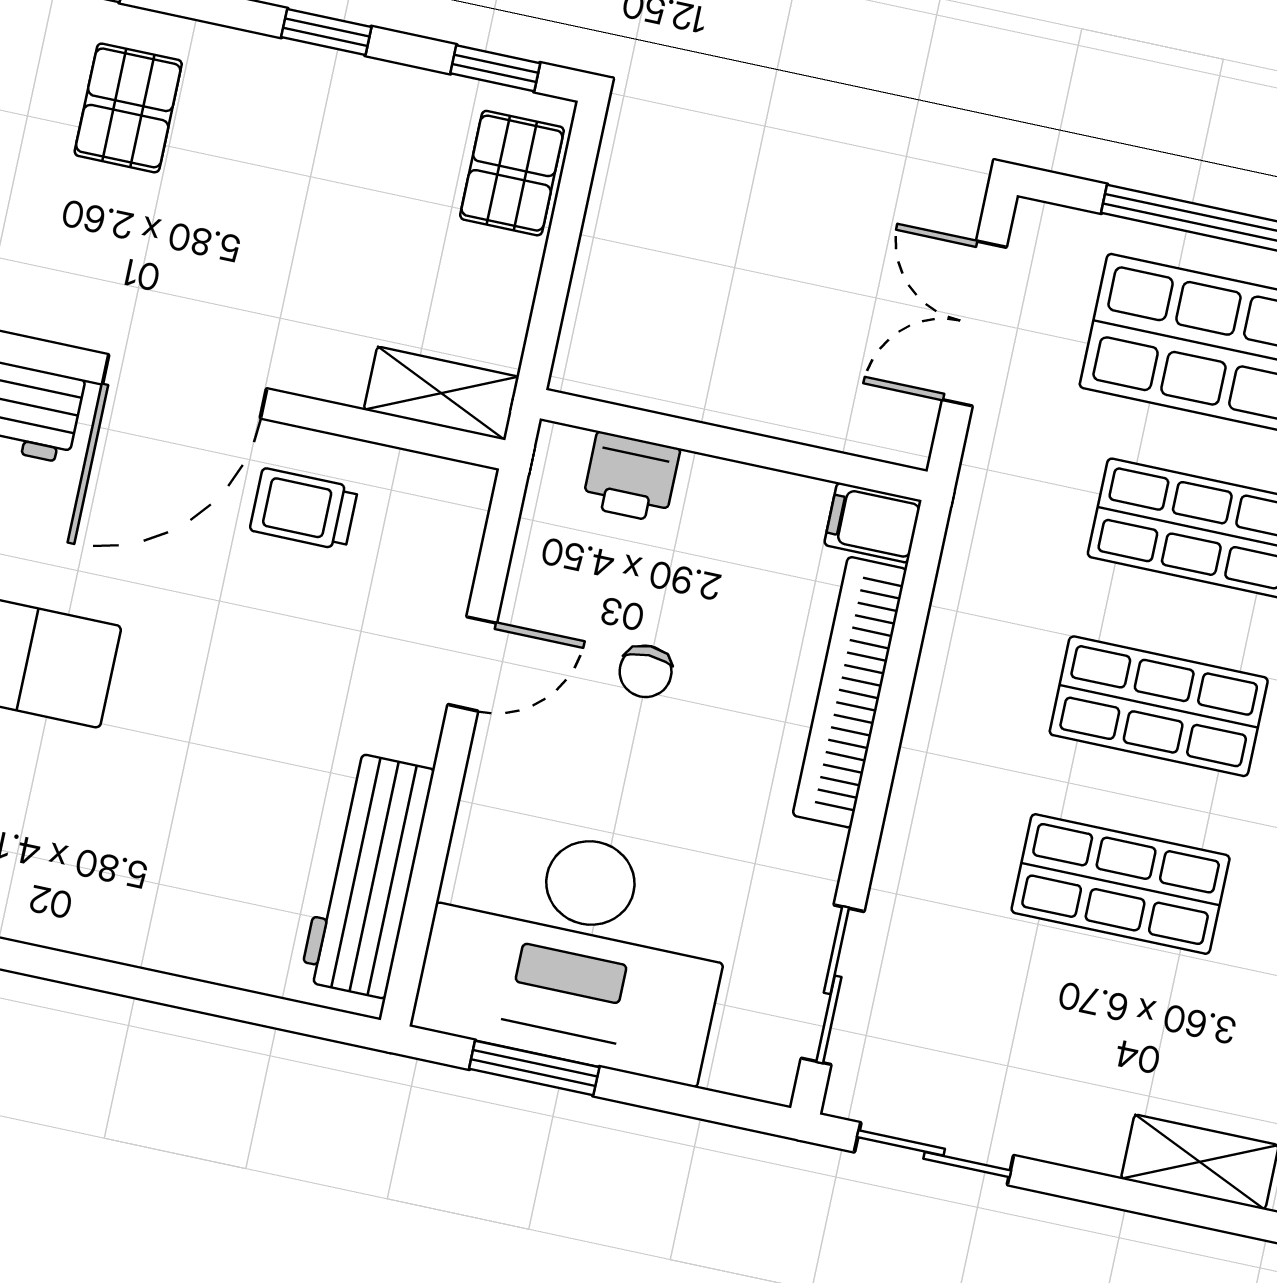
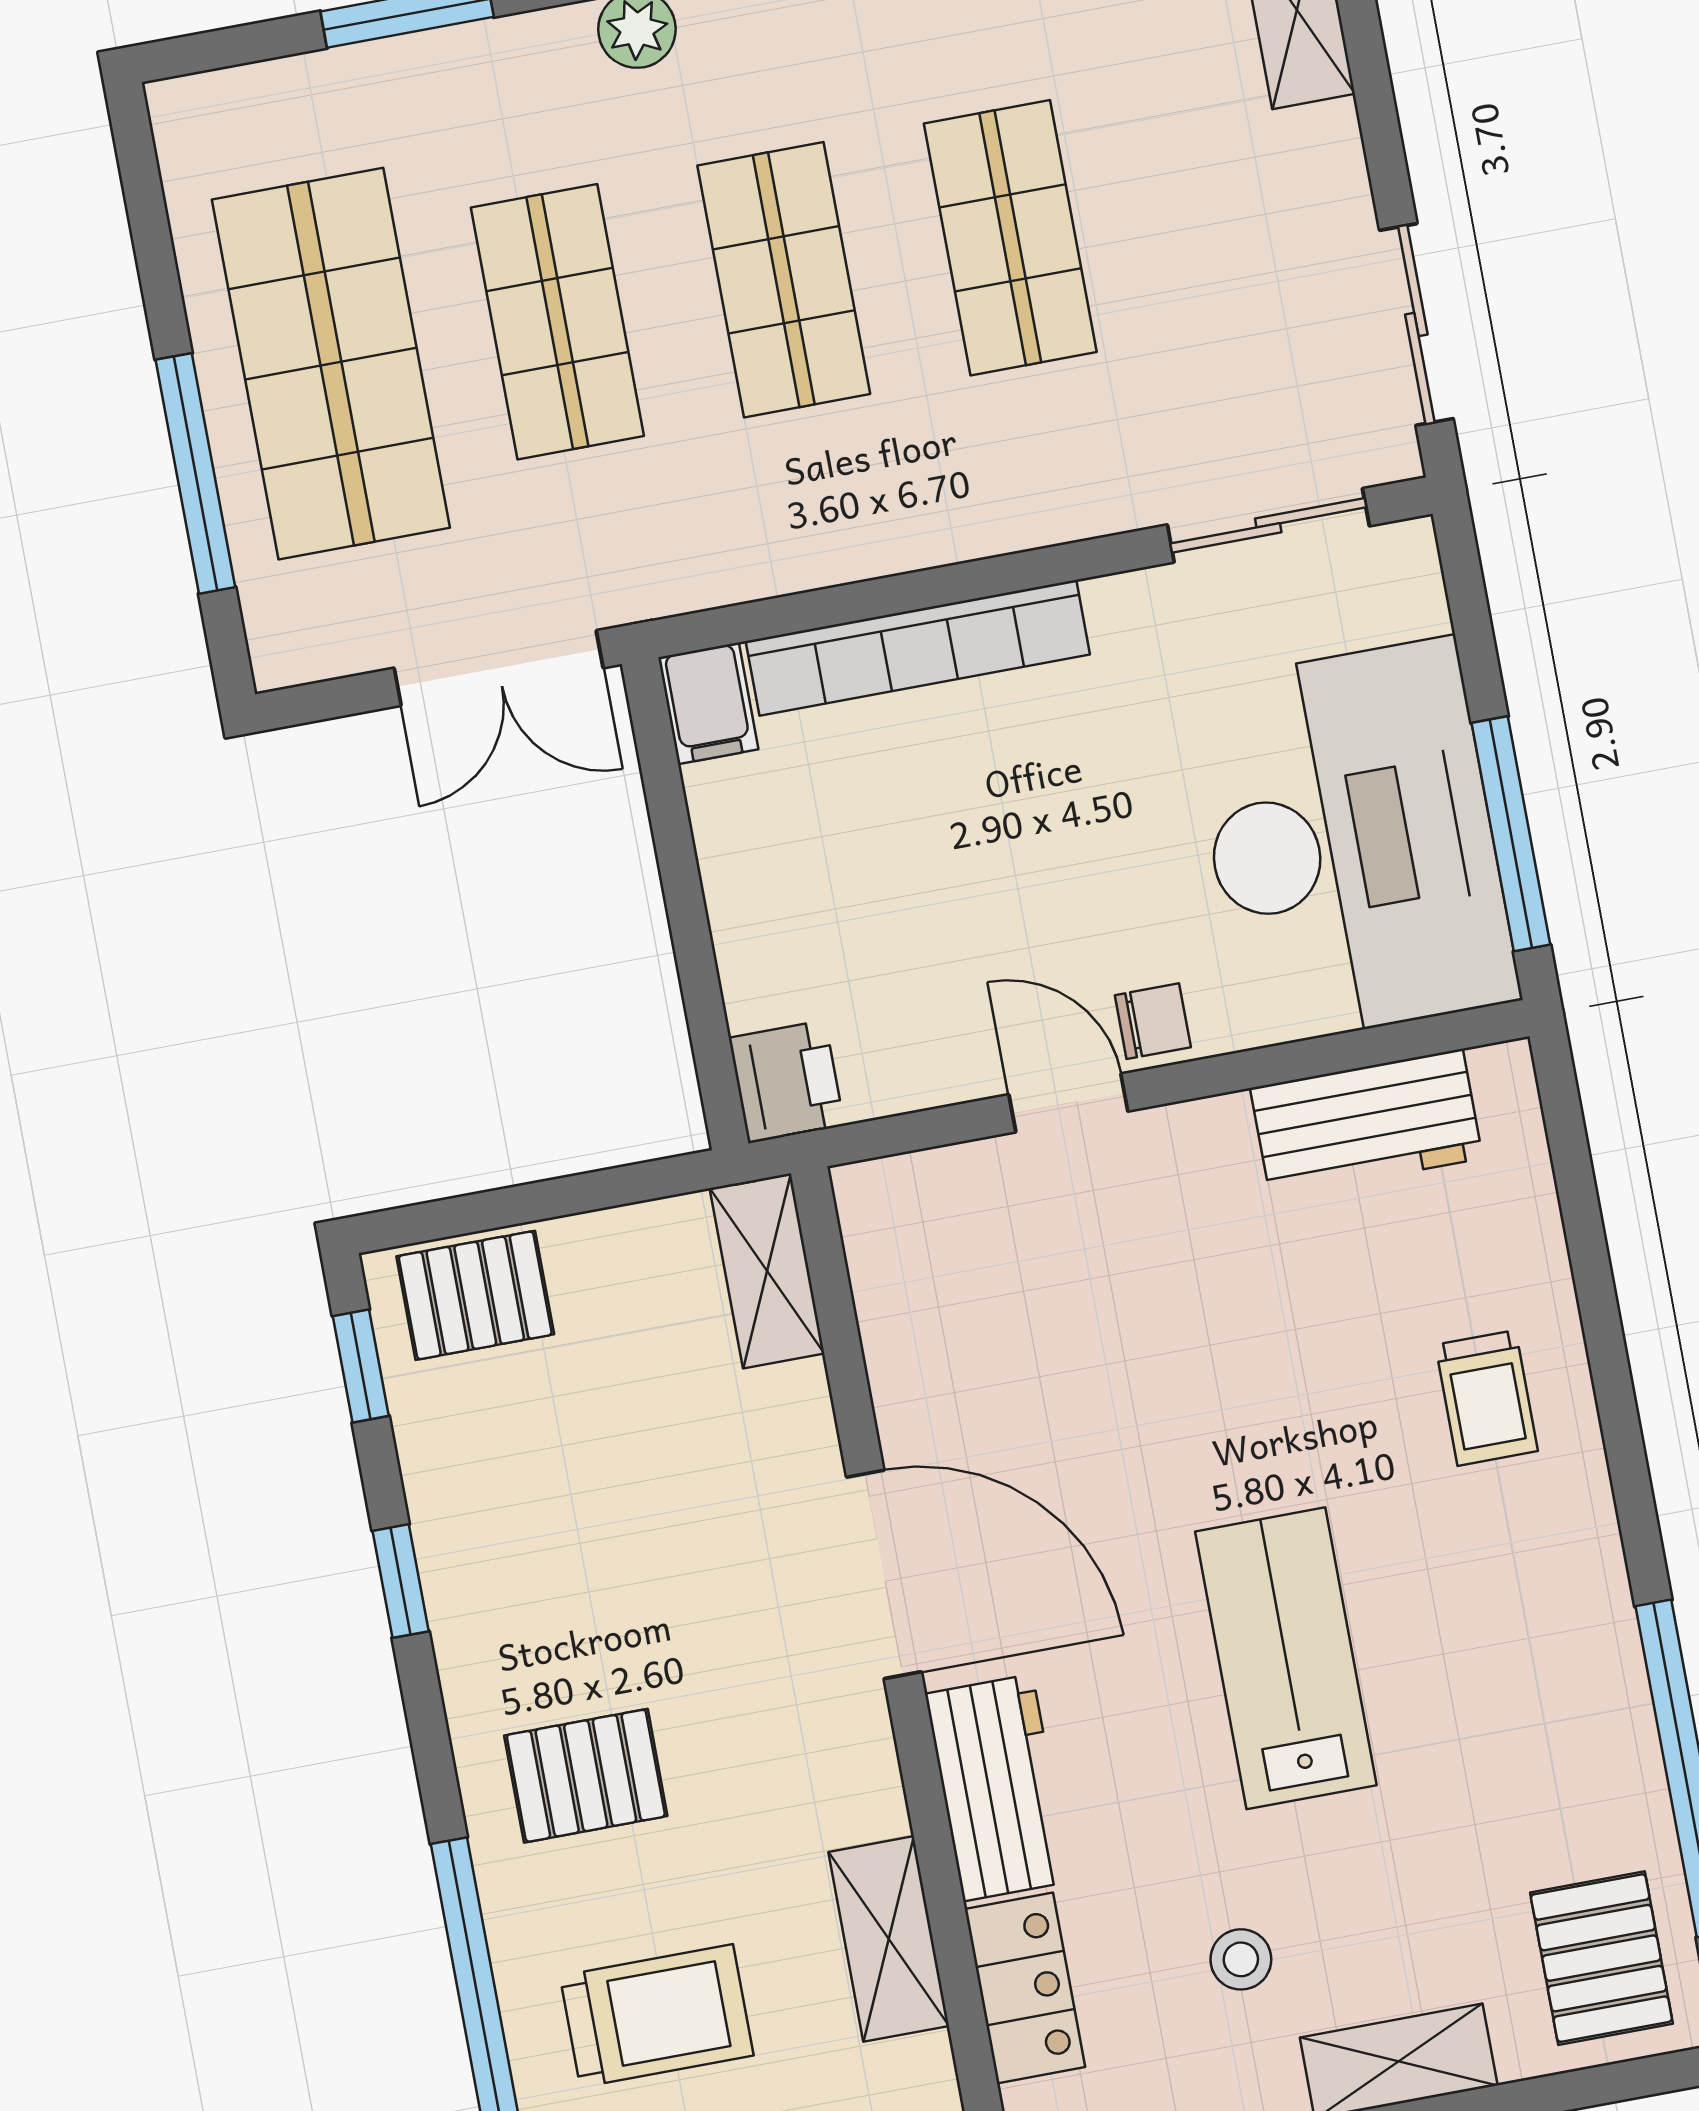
double door: (974, 324) -> (499, 668), moved
printer: (631, 477) -> (787, 1082), moved
trolley: (304, 509) -> (1487, 1398), moved
chair: (646, 671) -> (1153, 1021), moved
workbench: (367, 875) -> (1366, 1123), width x0.73
window: (534, 1068) -> (1511, 834), width x1.44

